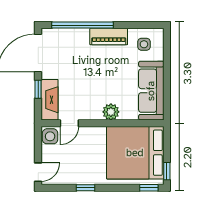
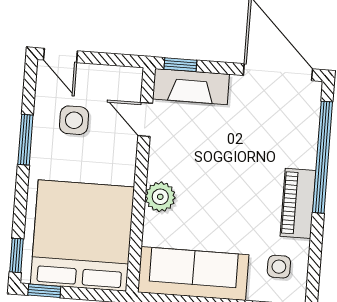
window: (38, 89) -> (180, 65), moved
side table: (50, 136) -> (74, 120), moved
window: (85, 188) -> (25, 140), width x1.50

